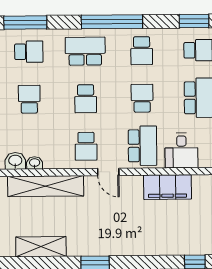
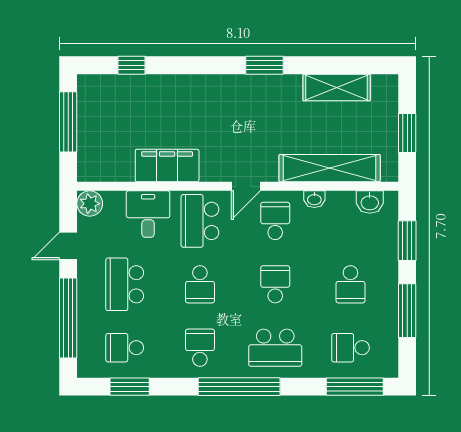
washbasin: (35, 163) -> (314, 199), moved
door: (108, 172) -> (246, 186), swing flipped

